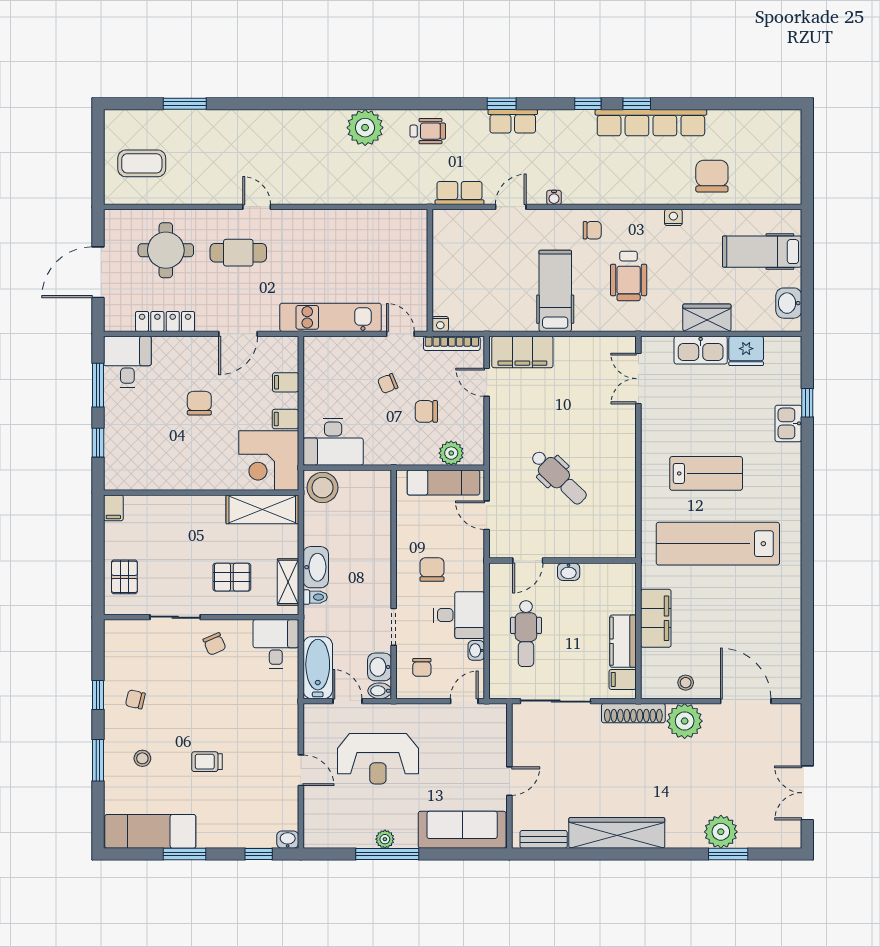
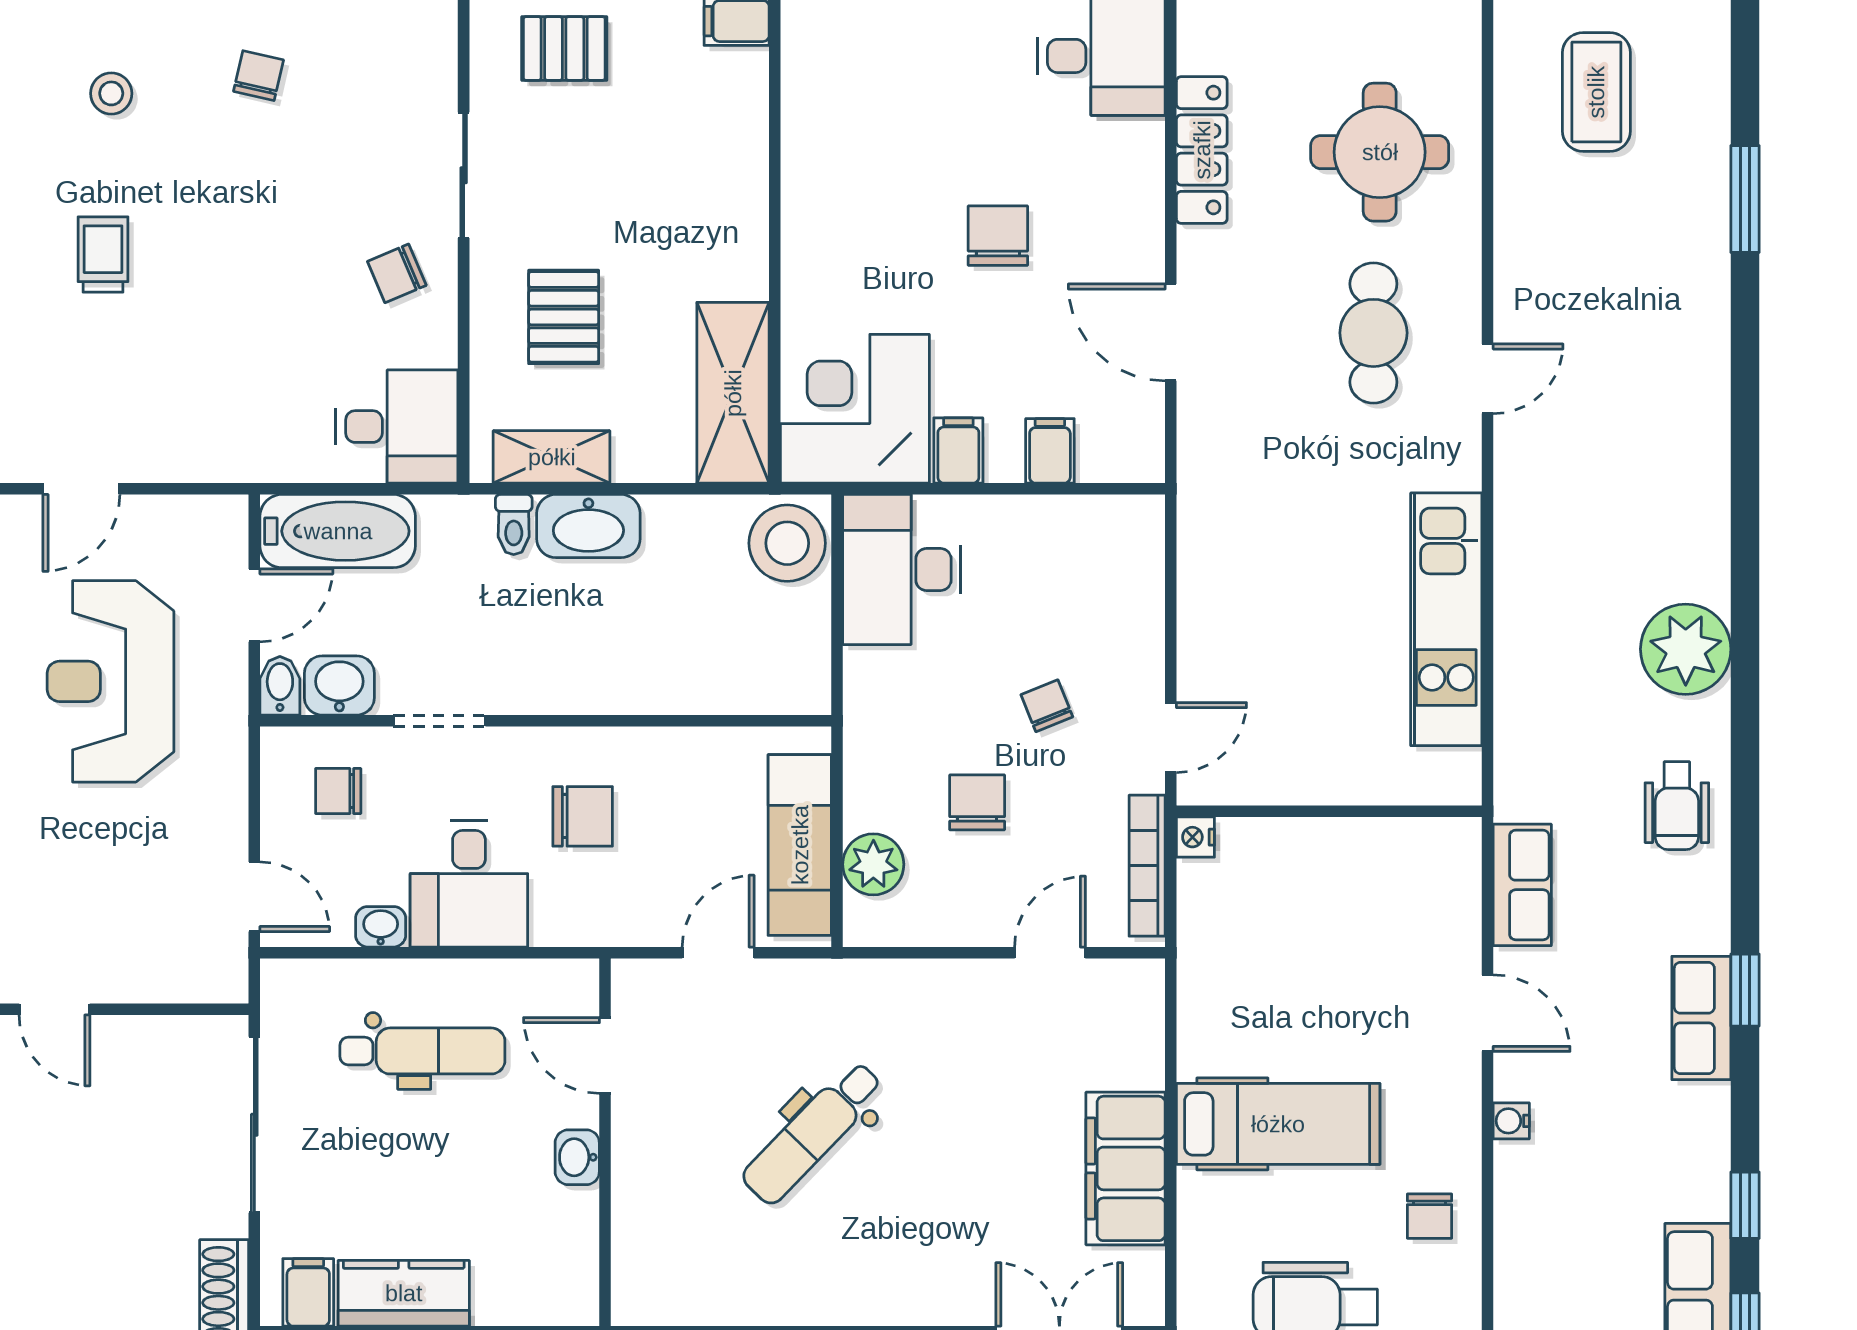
kitchen unit: (331, 317) -> (1446, 619), moved, turned 180
filing cabinet: (522, 352) -> (1126, 1168), moved
chair: (199, 403) -> (998, 236), turned -90
dental chair: (526, 634) -> (422, 1051), turned 180

